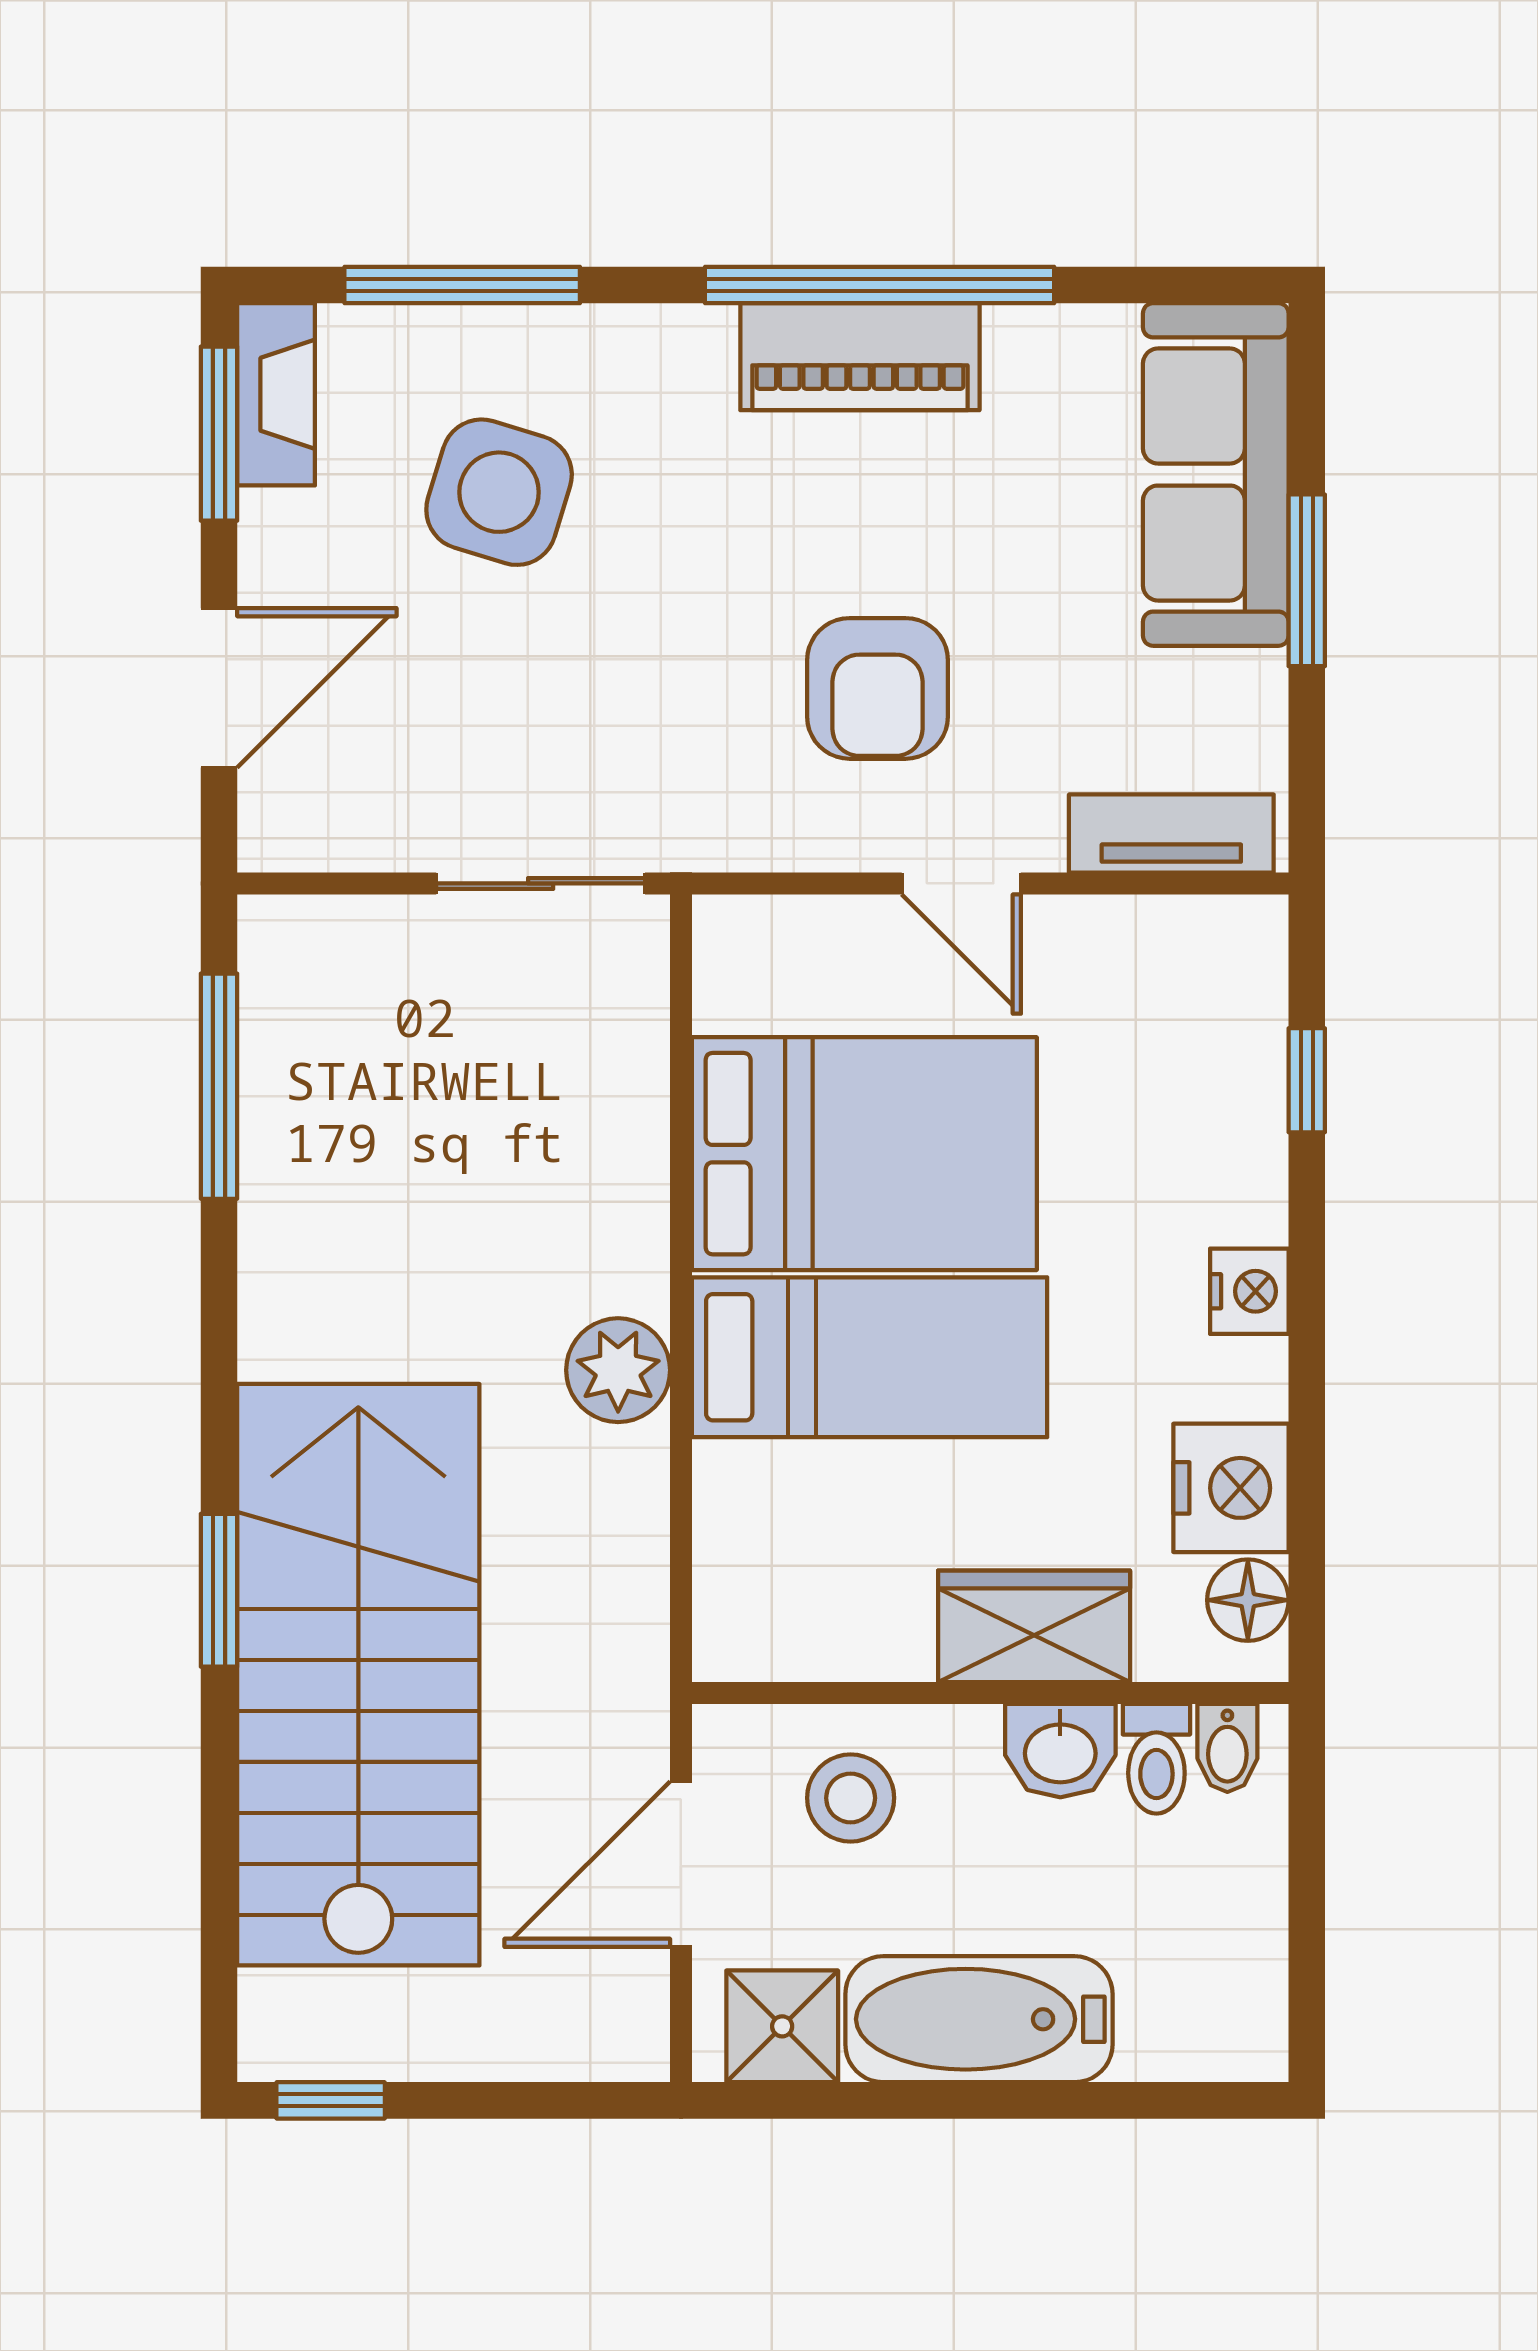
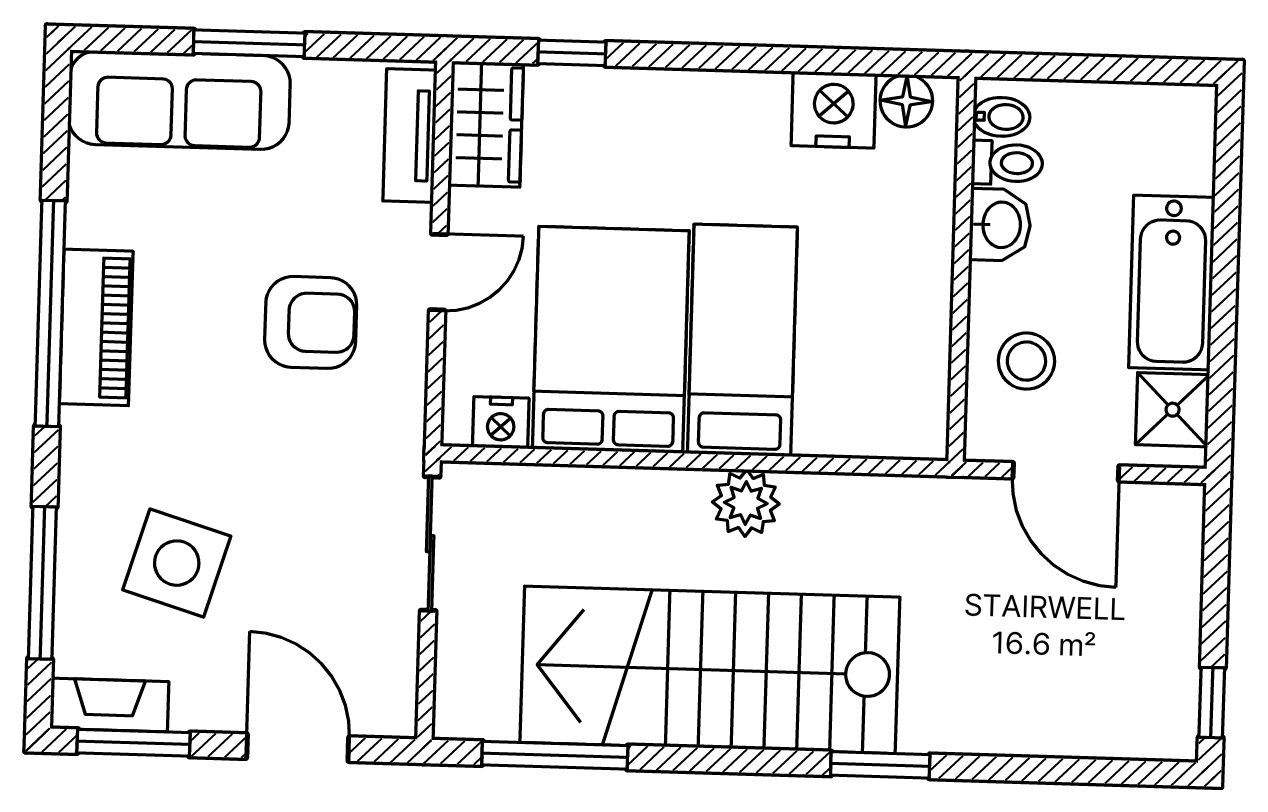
nightstand: (1249, 1291) -> (501, 423), moved, turned 180
wardrobe: (1034, 1626) -> (486, 124), moved, turned 180
stairs: (358, 1675) -> (710, 670), moved

